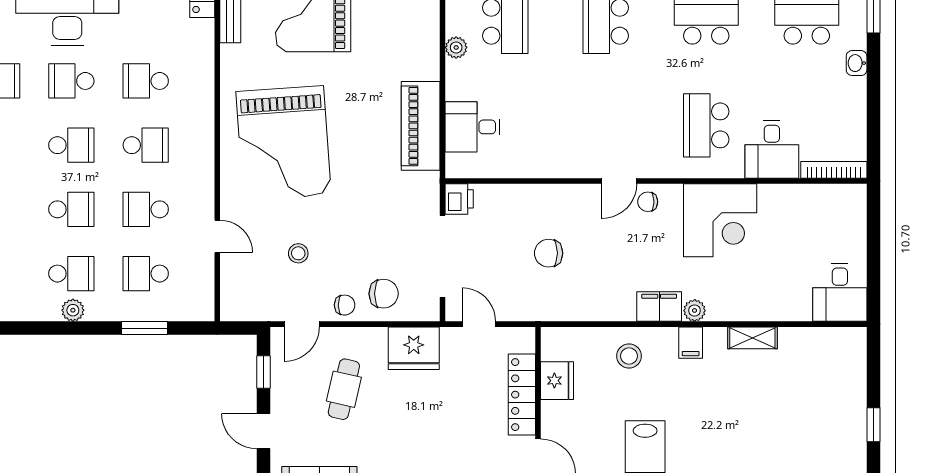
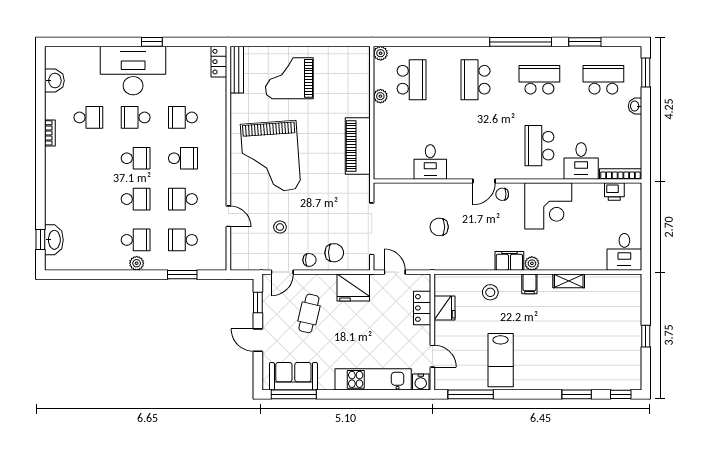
desk: (472, 127) -> (430, 162), moved, turned -90
printer: (459, 199) -> (614, 192), moved, turned 90
locker: (522, 395) -> (422, 308), width x0.66

